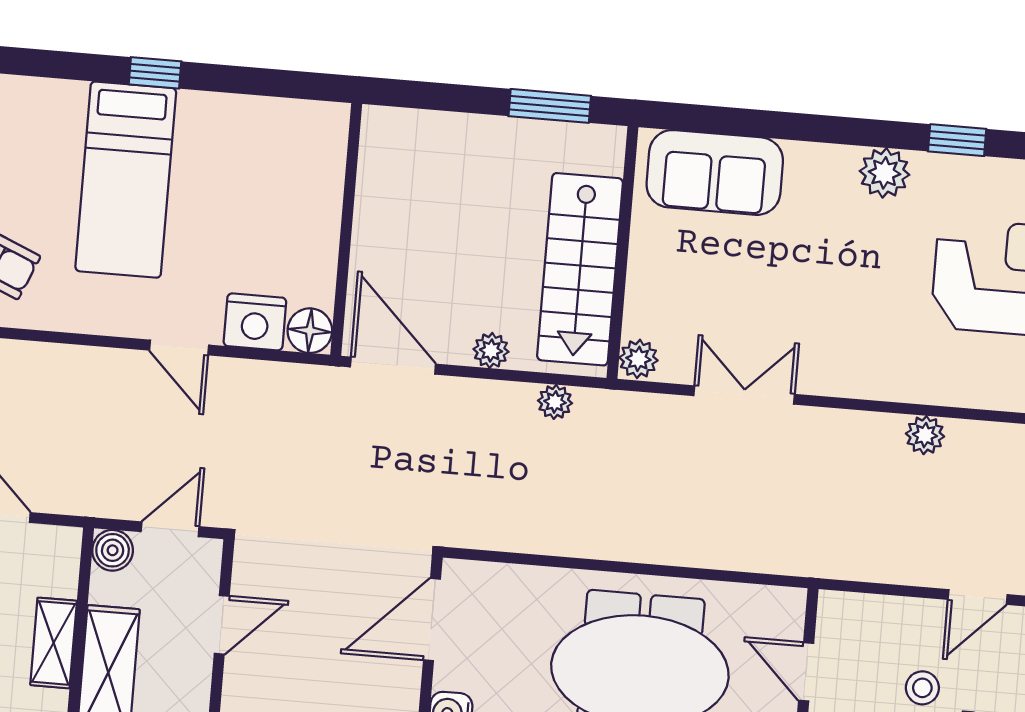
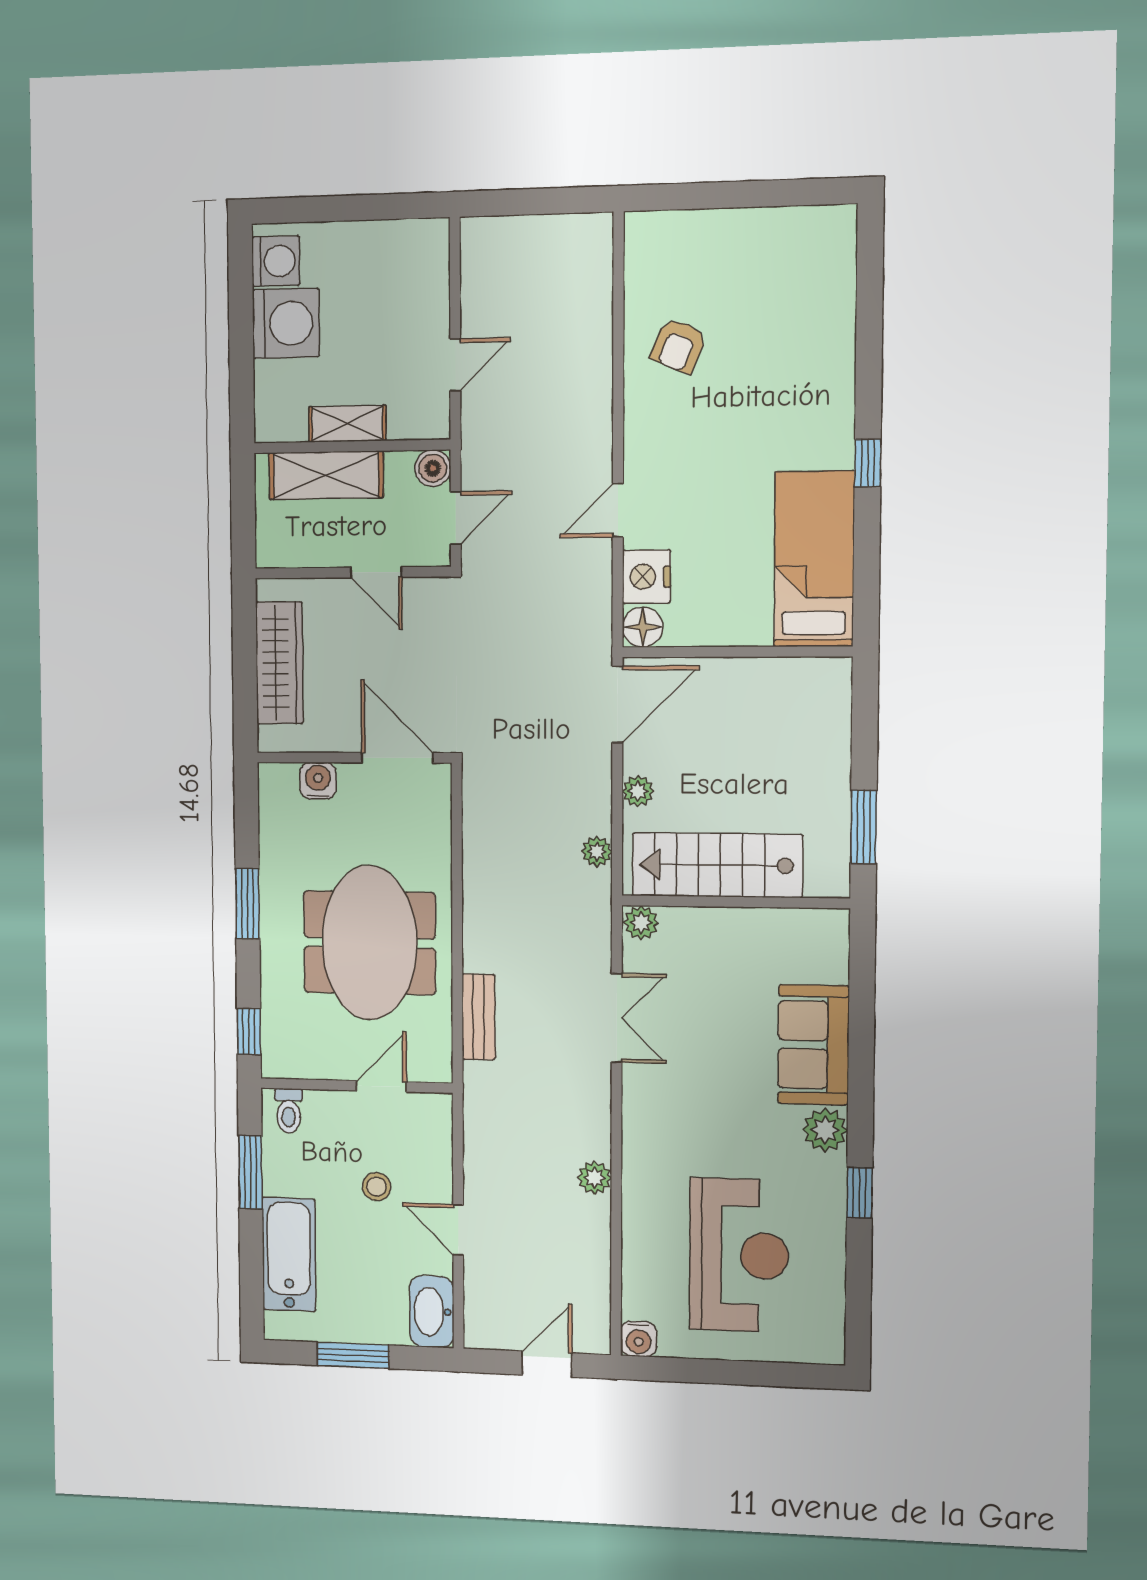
sofa: (715, 172) -> (813, 1045), moved
bed: (126, 180) -> (814, 559), moved, turned 90
door: (170, 529) -> (456, 518), hinge flipped
bench: (733, 552) -> (478, 1017), added

